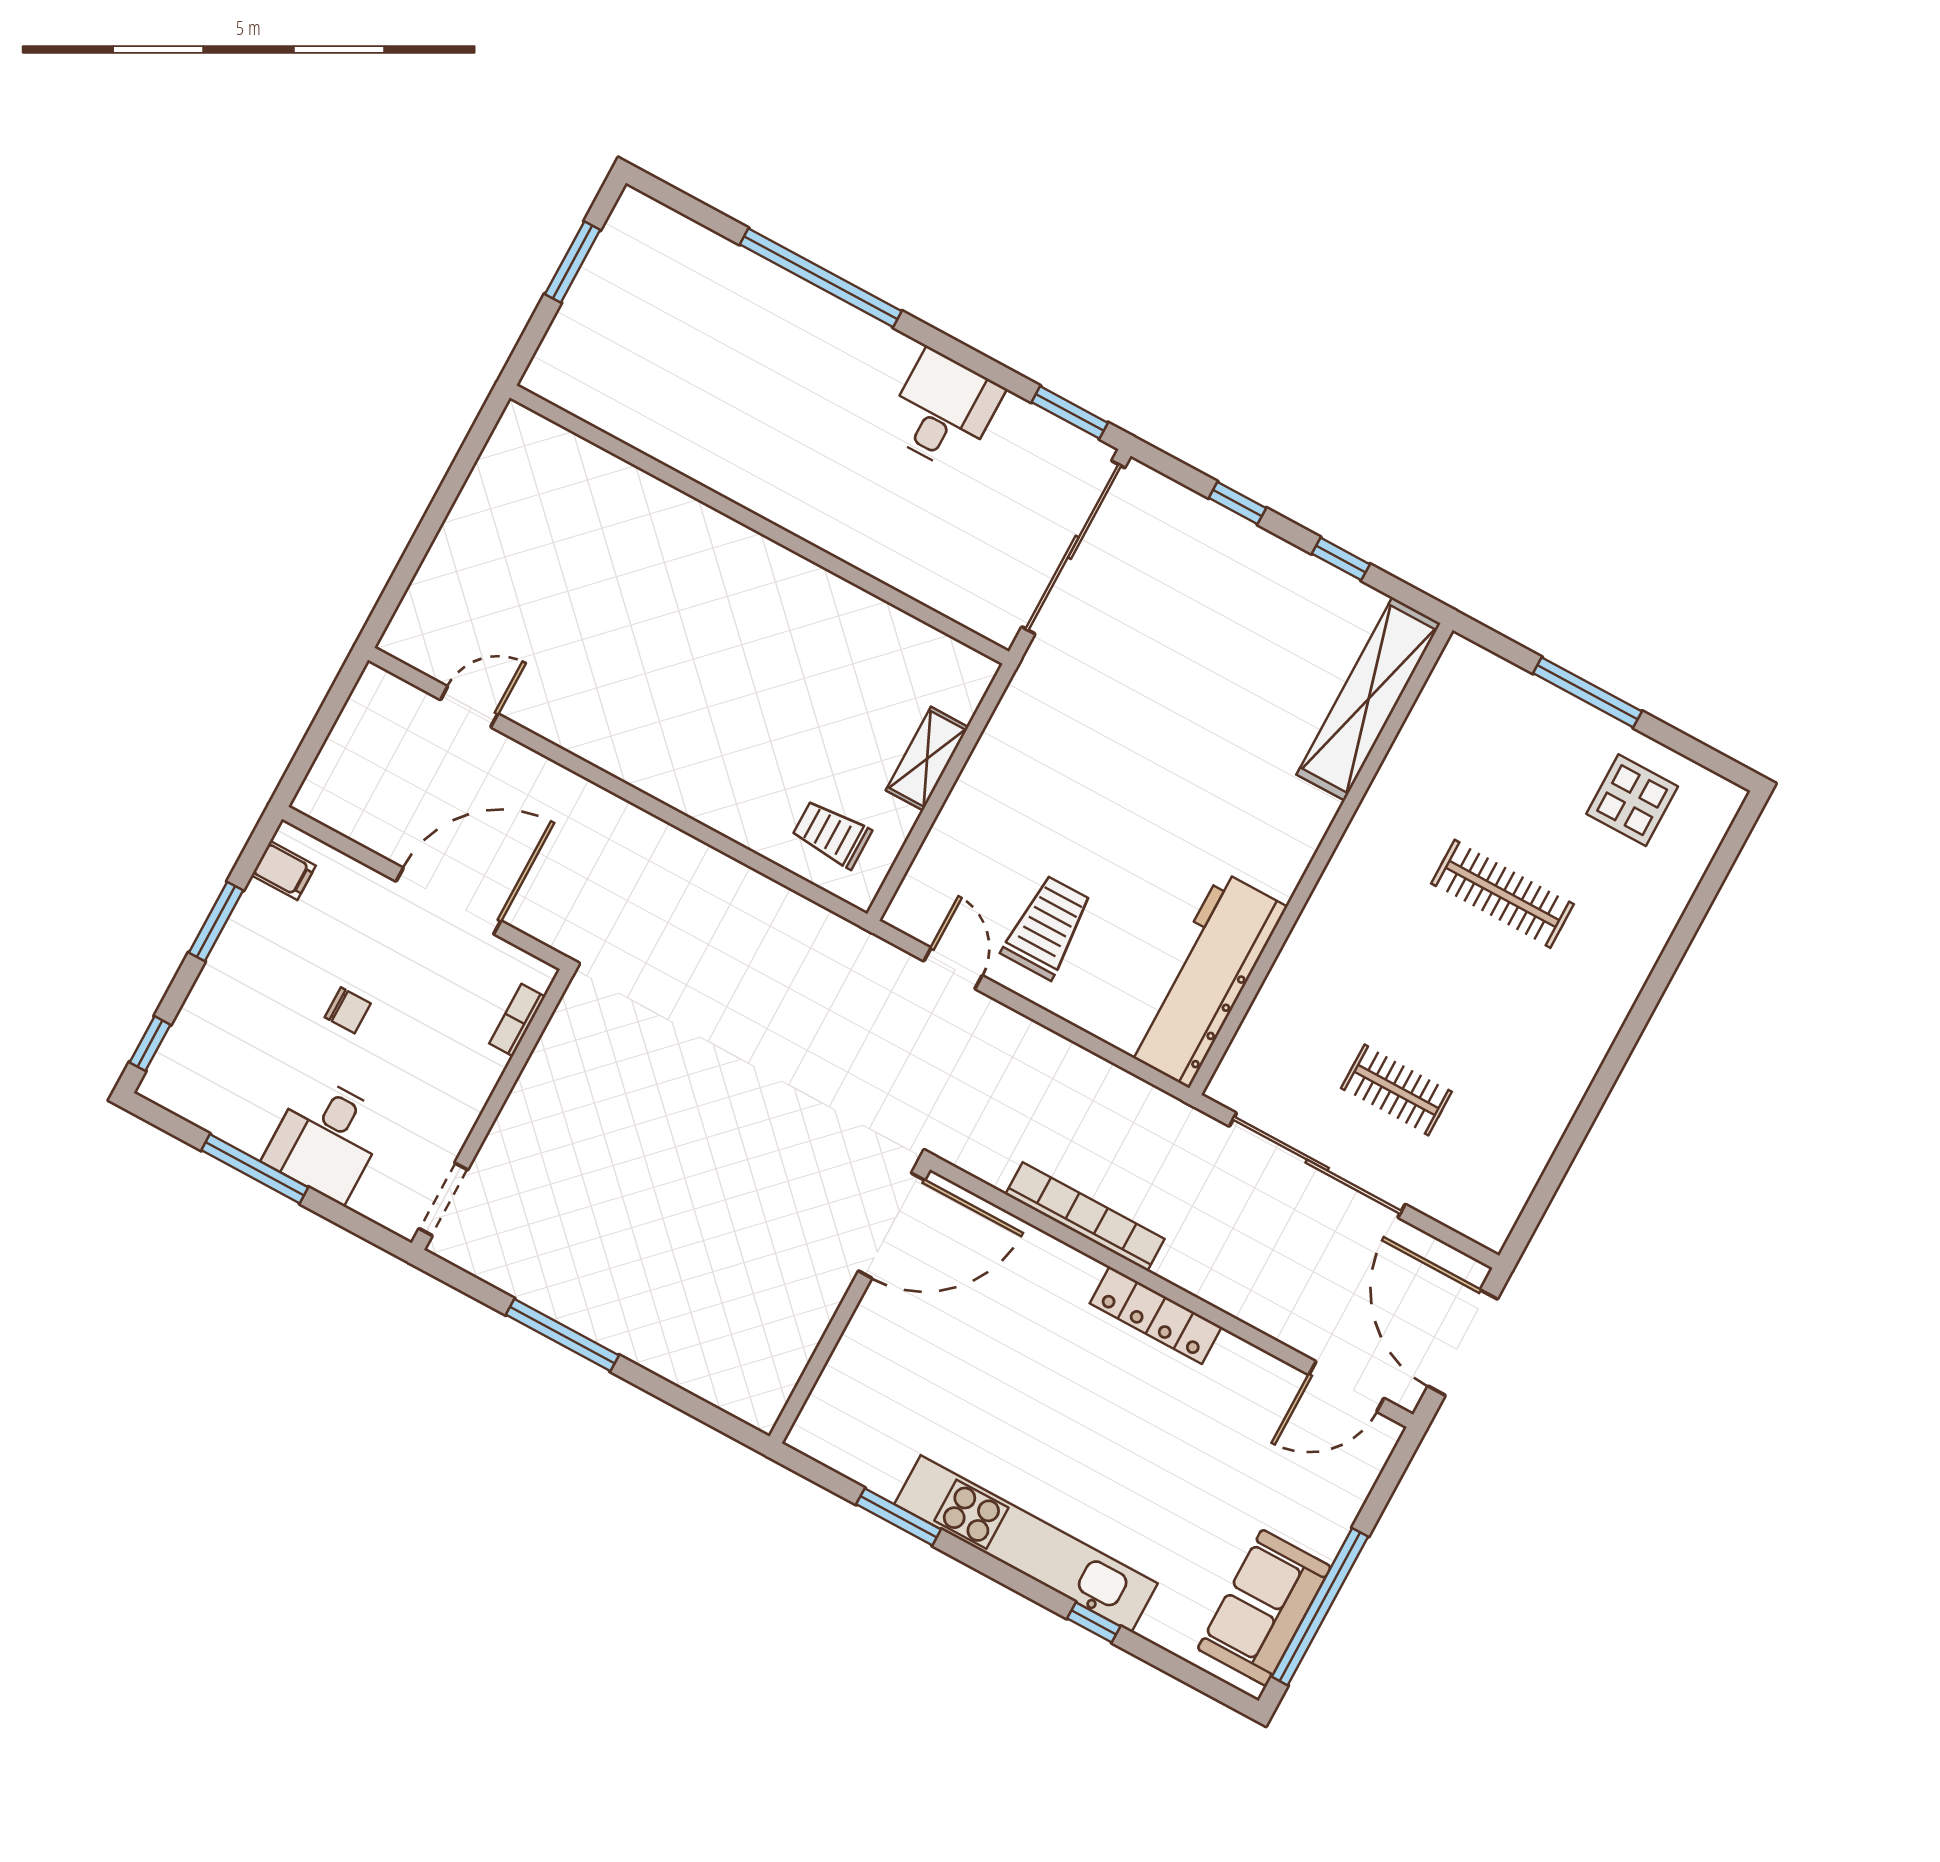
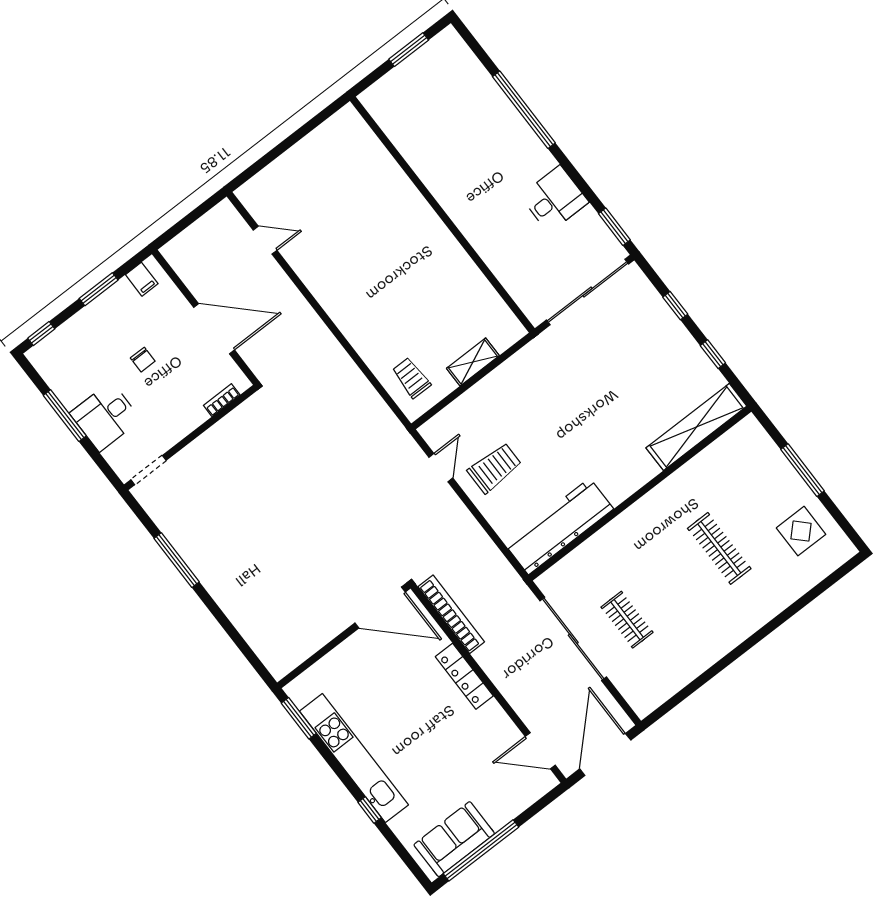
door: (892, 1226) -> (380, 607), moved
wall: (850, 1303) -> (344, 636), moved

